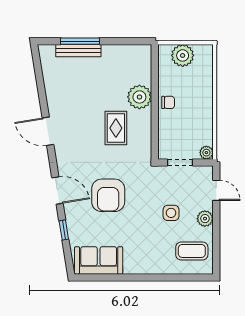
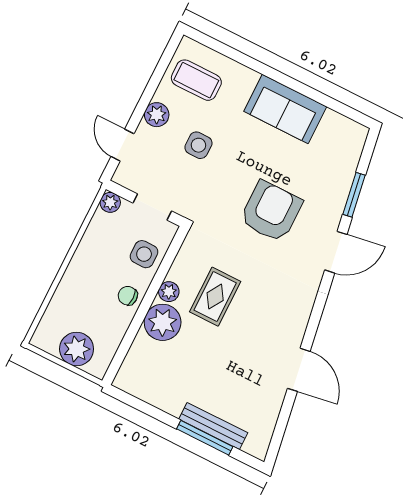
plant: (145, 117) -> (169, 292), added
door: (48, 131) -> (299, 370), moved
side table: (171, 132) -> (144, 254), added
door: (57, 190) -> (336, 252), swing flipped
window: (64, 230) -> (354, 195), width x1.50
sofa: (99, 260) -> (285, 109), moved

